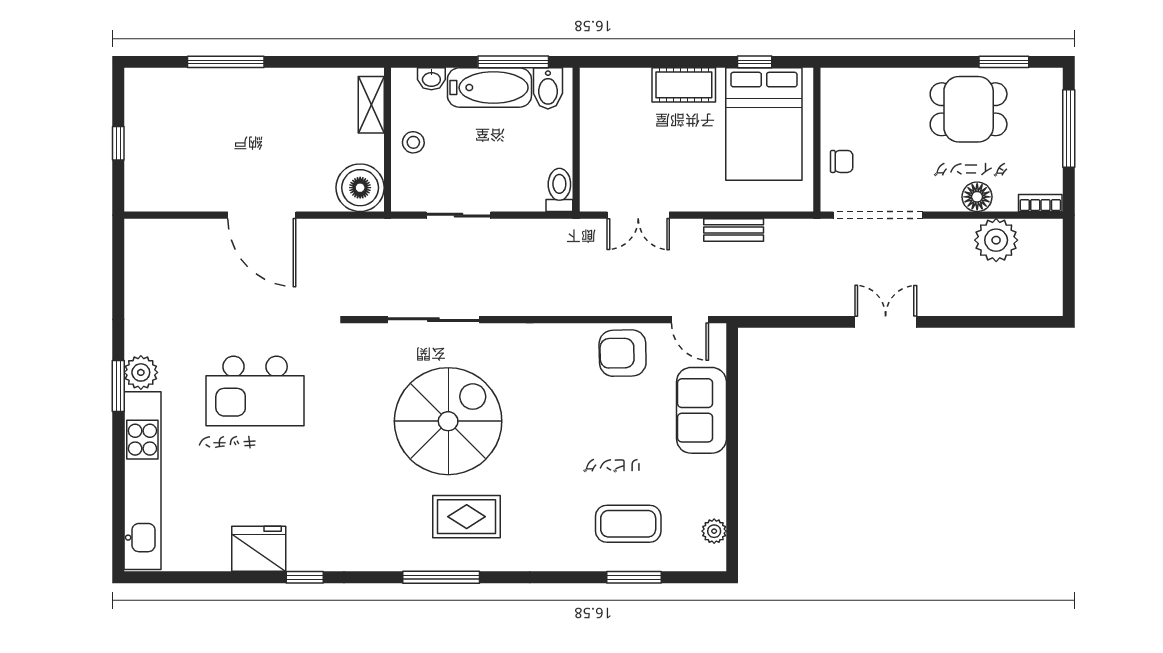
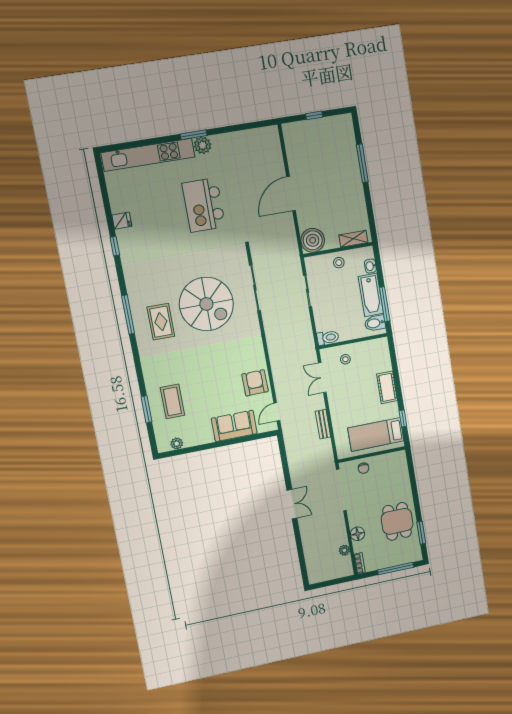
bed: (764, 124) -> (376, 434), width x0.67
stool: (610, 161) -> (345, 359), added
plant: (996, 240) -> (344, 550), width x0.53, depth x0.53
fridge: (259, 549) -> (122, 221), width x0.53, depth x0.75

